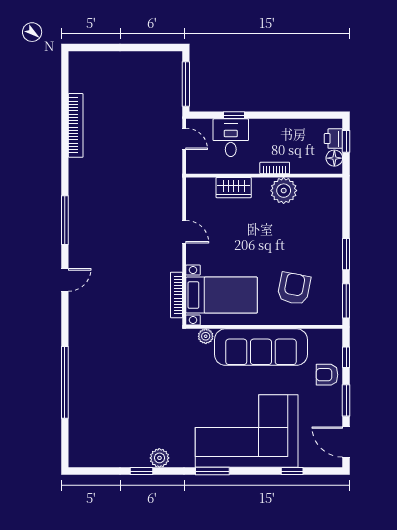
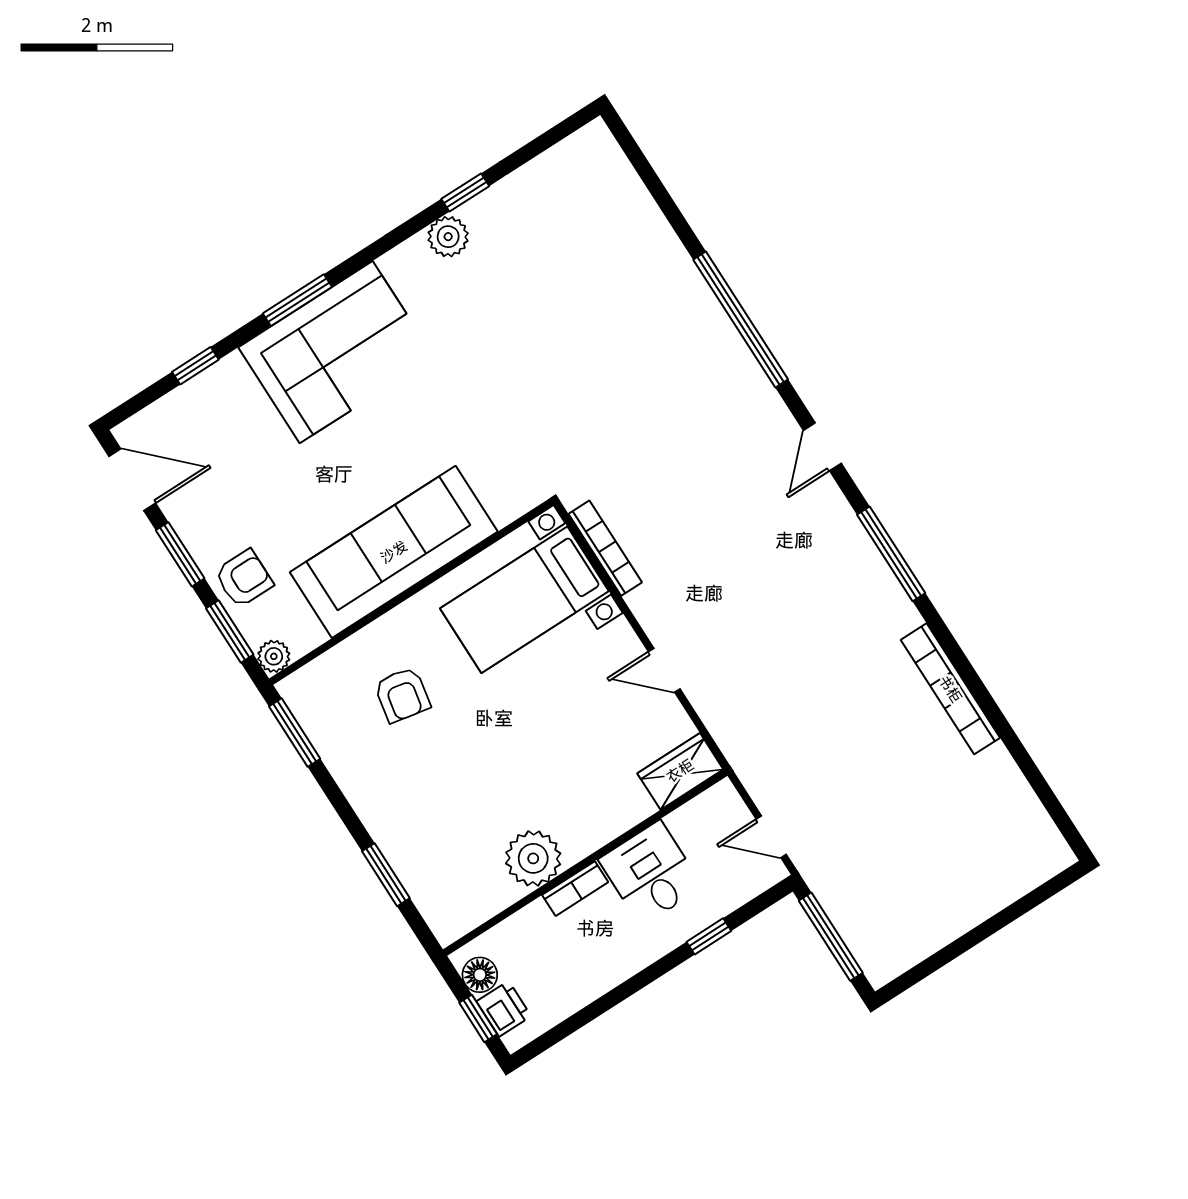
bookcase: (76, 125) -> (950, 689), moved
desk: (231, 138) -> (651, 873), moved, turned 180
wardrobe: (234, 188) -> (680, 771), moved
window: (346, 254) -> (386, 875), moved
armchair: (294, 288) -> (402, 695), width x0.72, depth x0.72
plant: (206, 336) -> (274, 656), moved
window: (346, 357) -> (230, 632), width x1.50
window: (65, 382) -> (741, 319), moved
corner sofa: (247, 431) -> (336, 352), width x0.73, depth x0.74
window: (212, 471) -> (297, 300), moved

